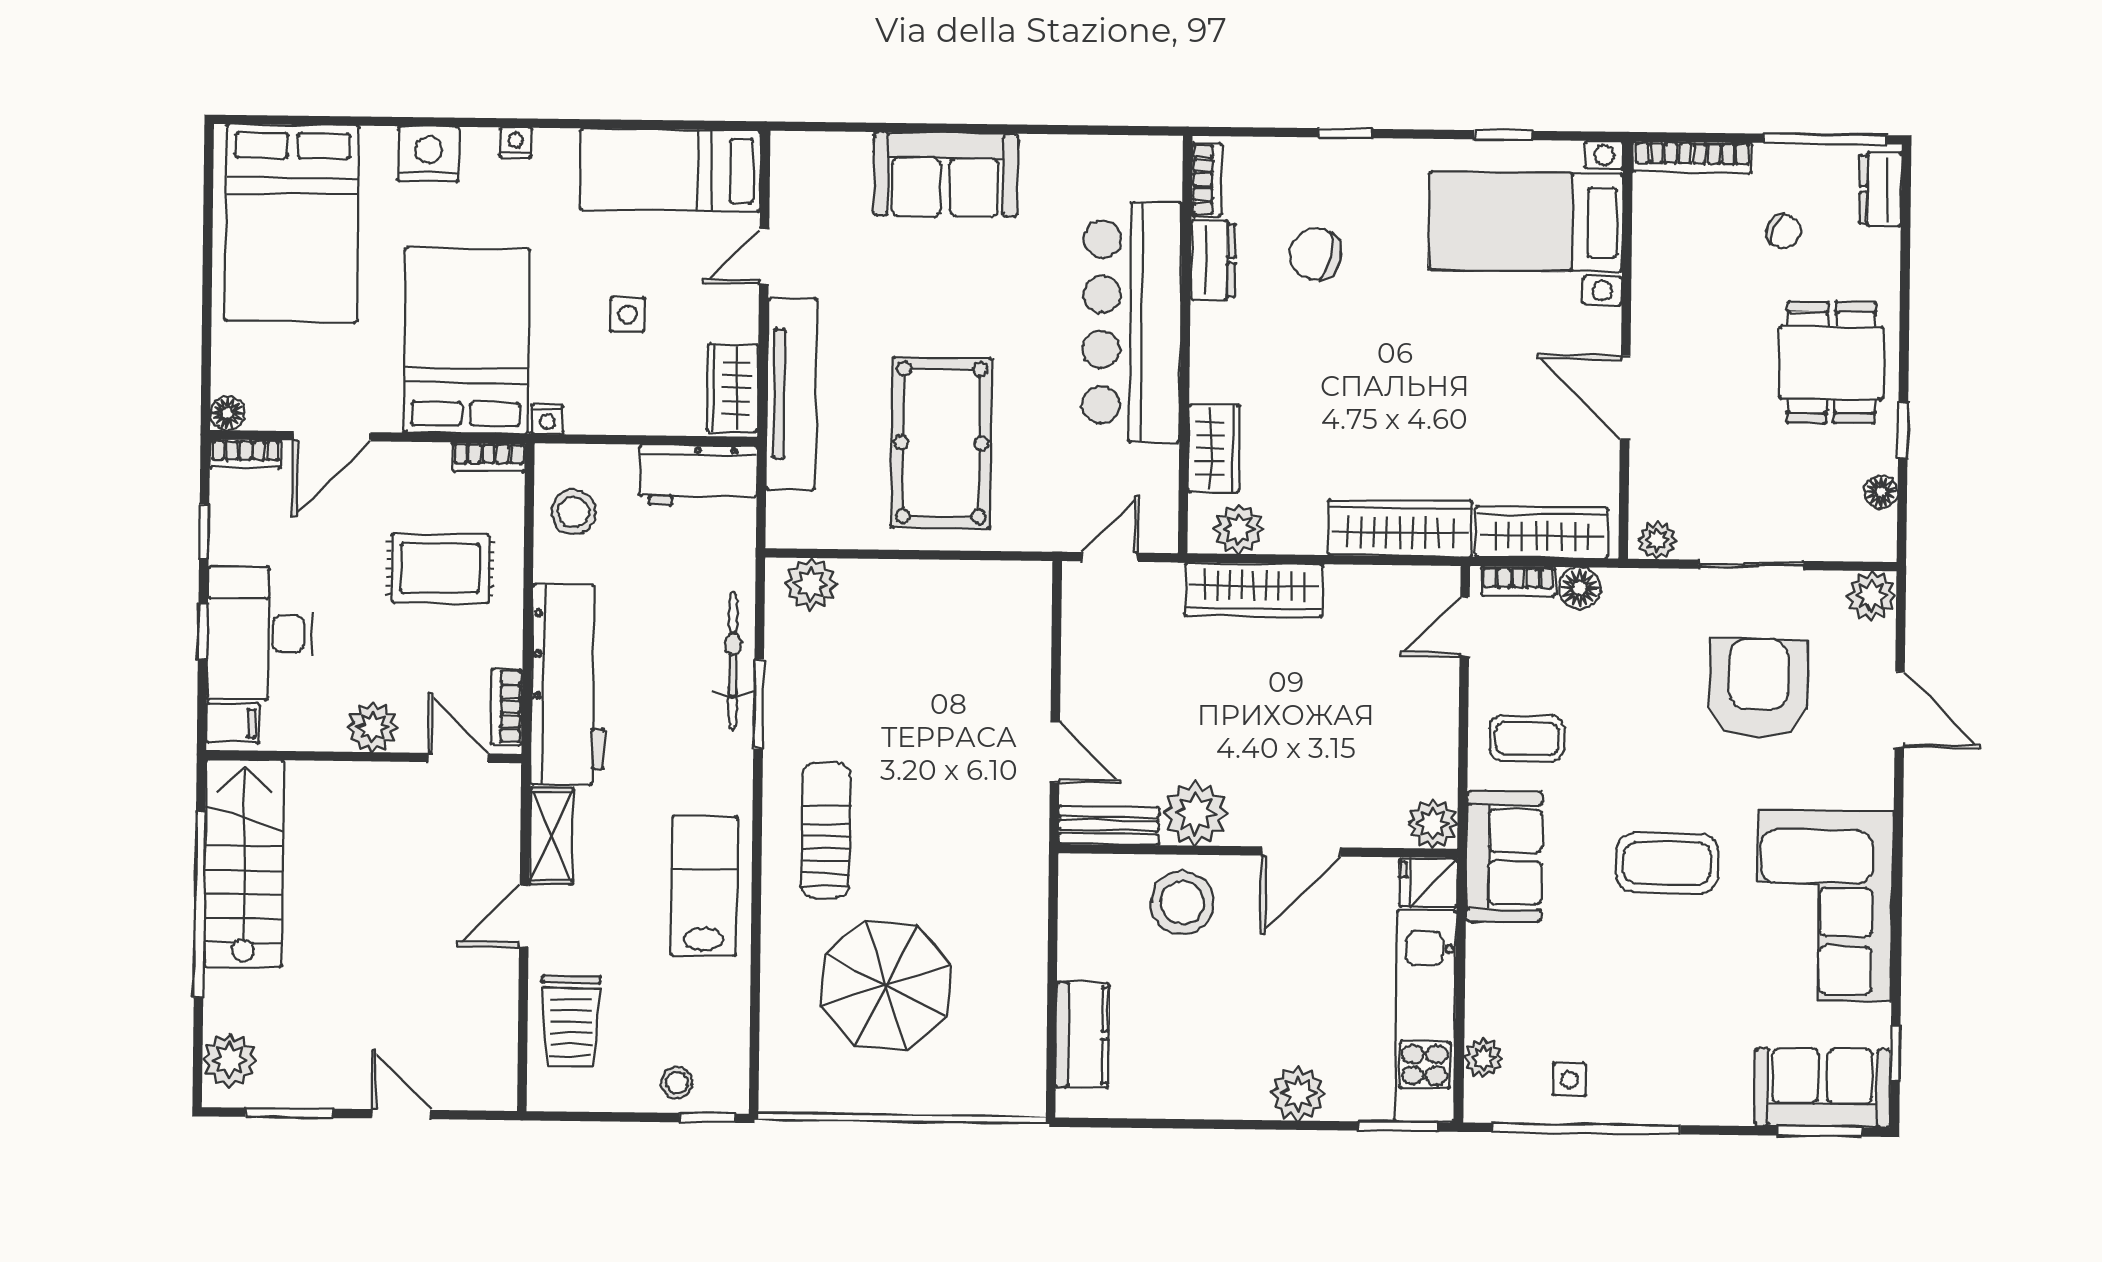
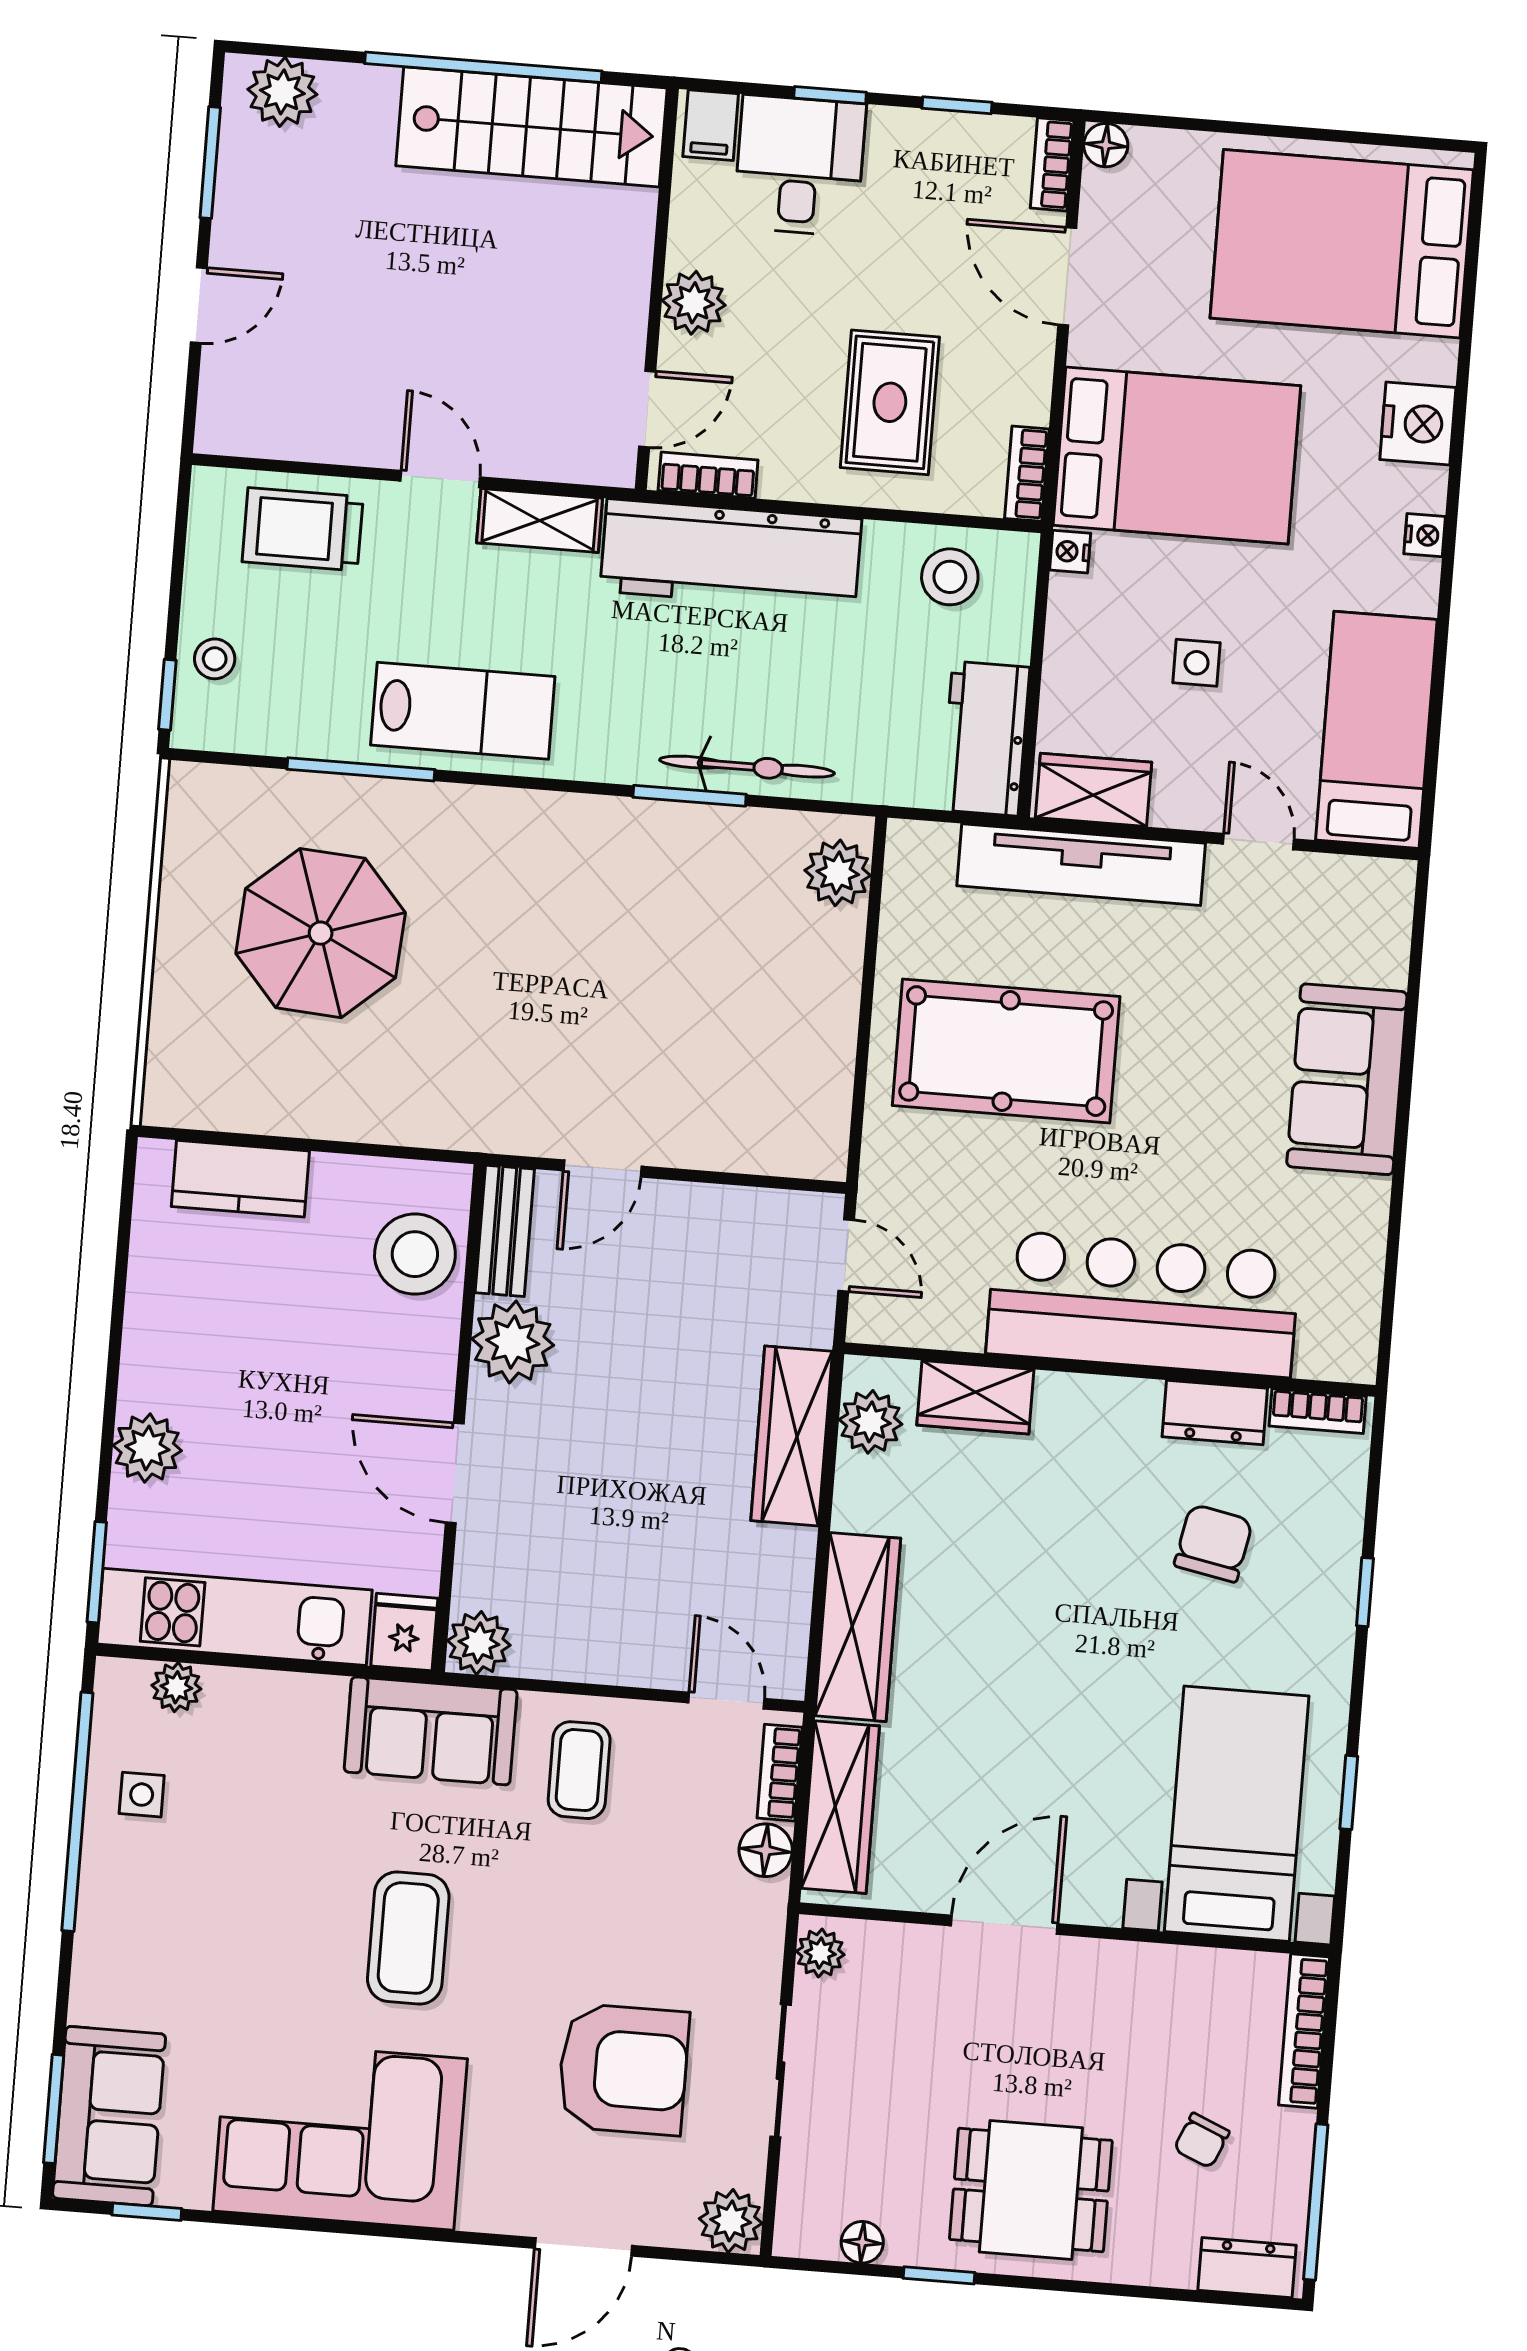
desk: (260, 633) -> (800, 166), width x0.73
sun lounger: (826, 830) -> (523, 870), removed
stool: (1182, 903) -> (415, 1254), moved
window: (755, 963) -> (361, 769), added

